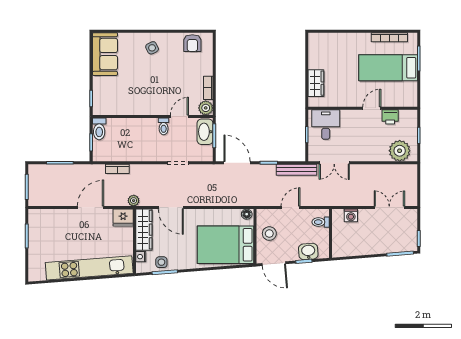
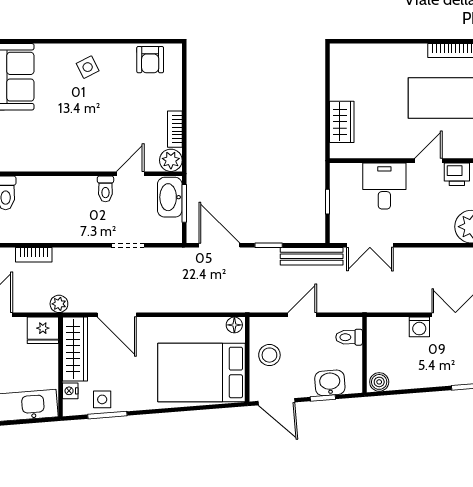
desk: (326, 124) -> (384, 186), moved
washing machine: (351, 215) -> (419, 327), moved
boiler: (340, 251) -> (379, 382), added

